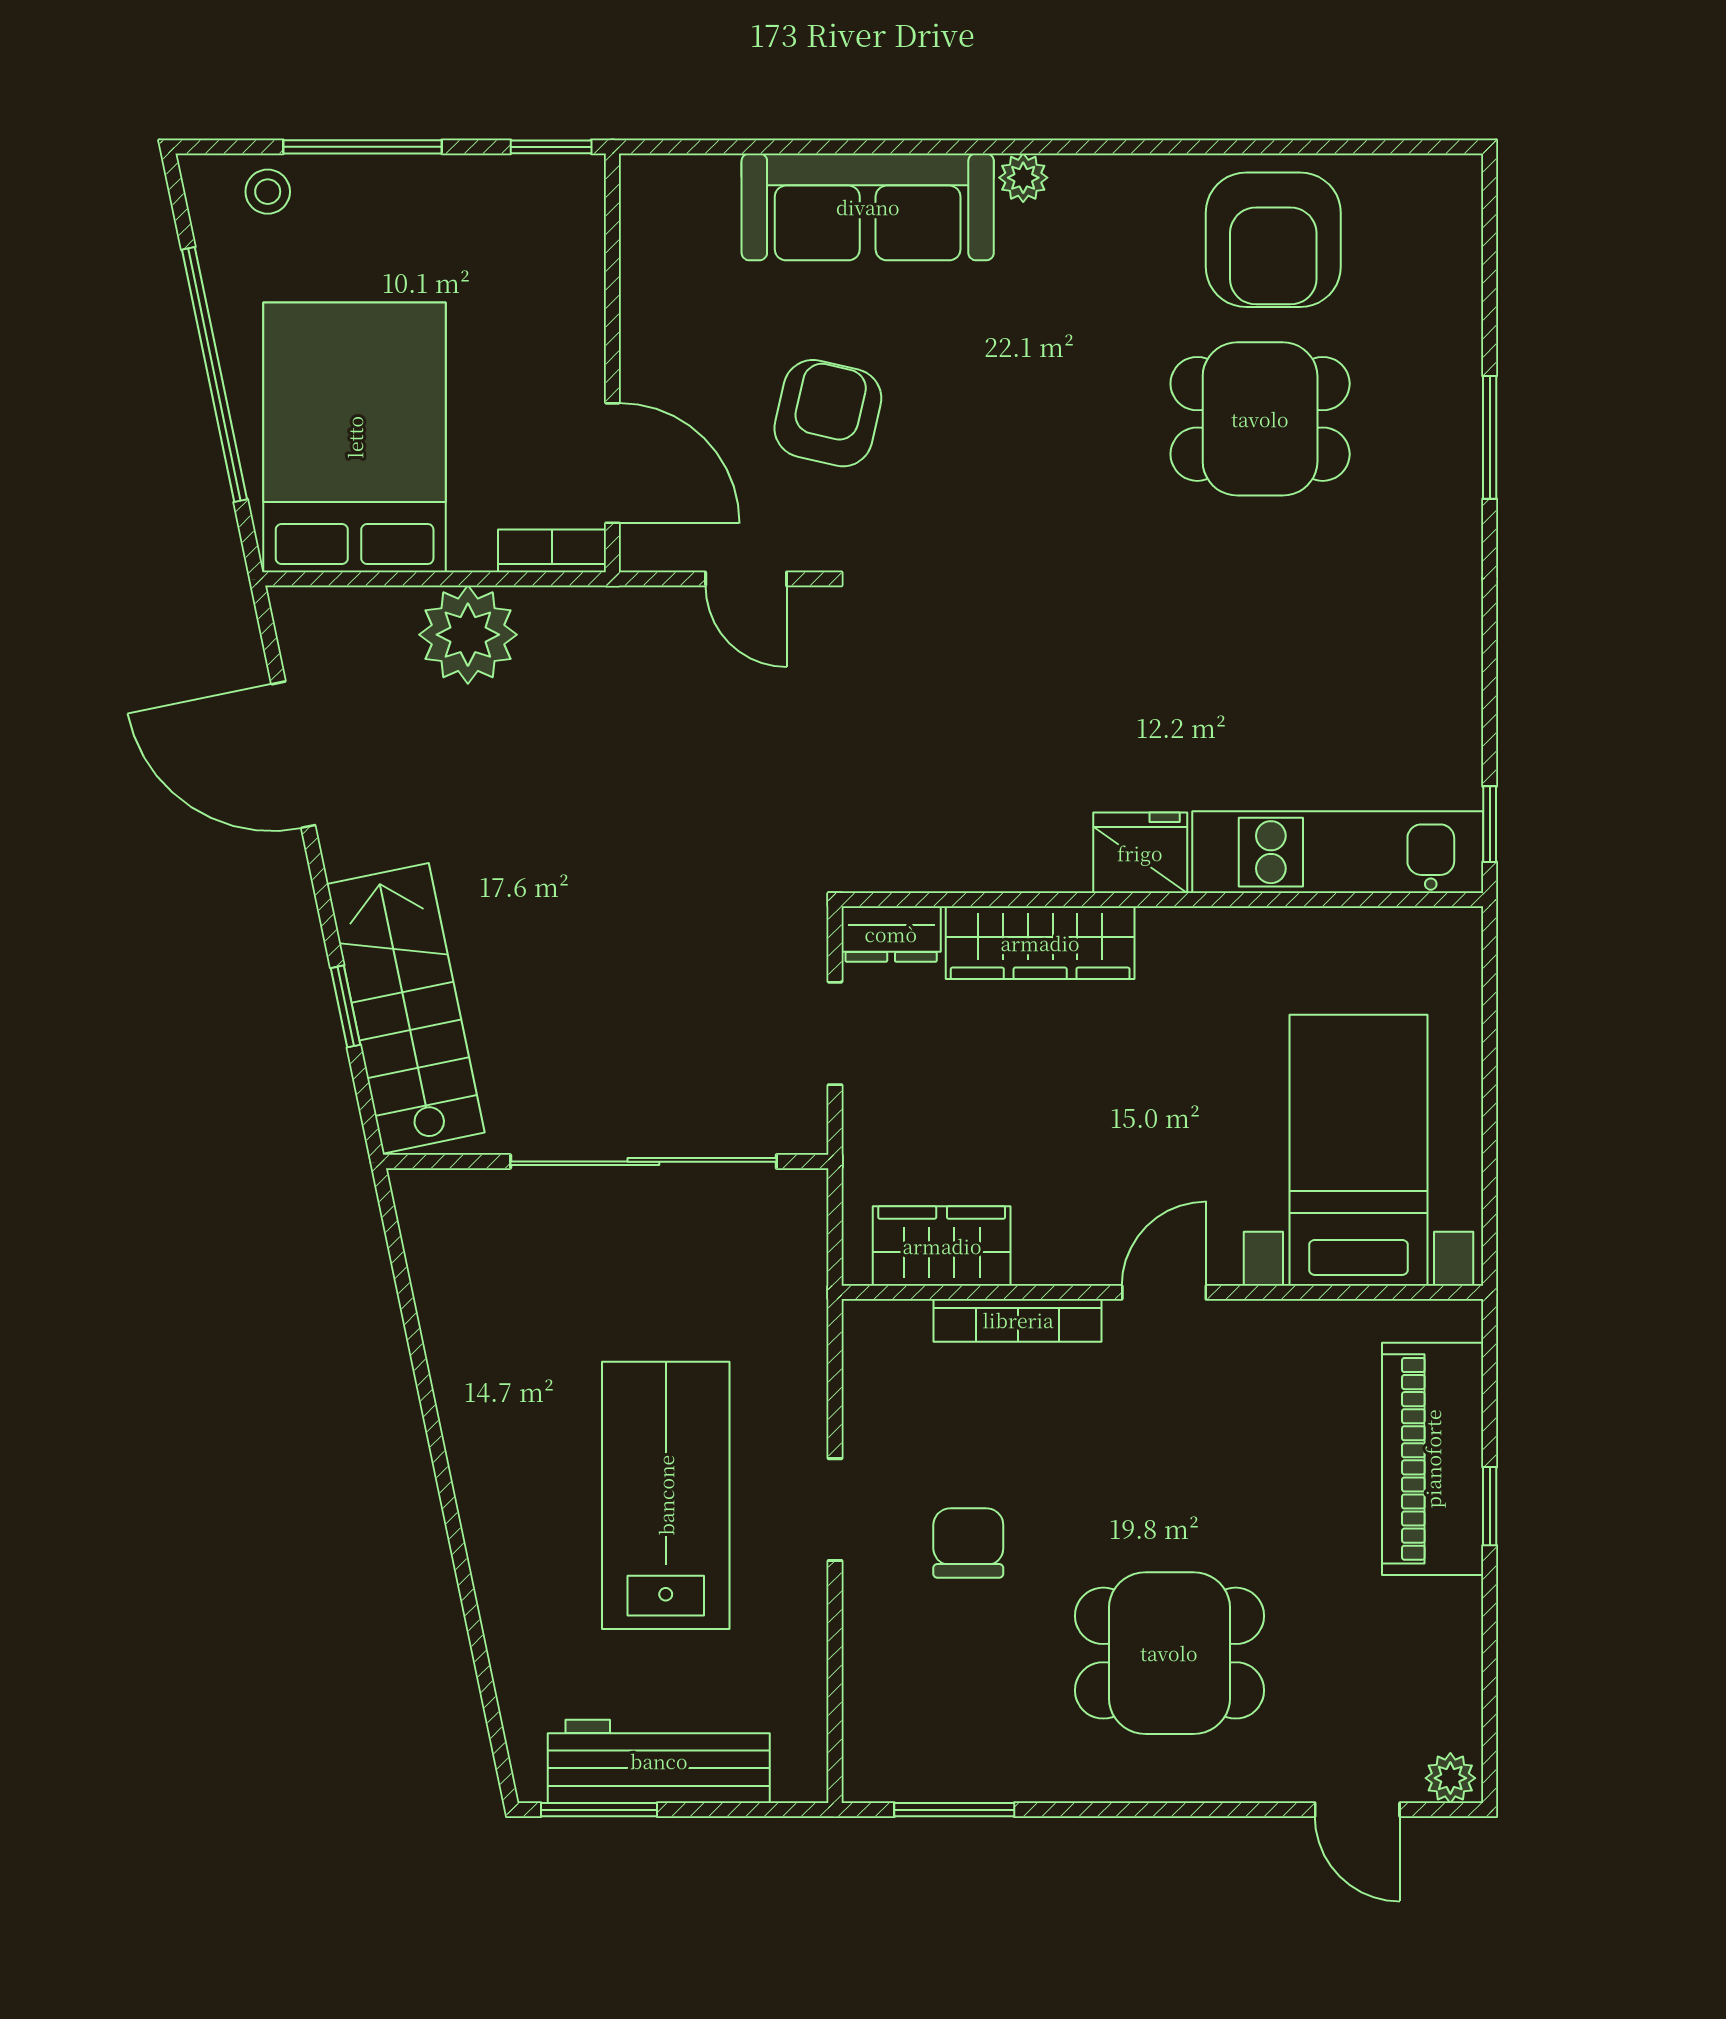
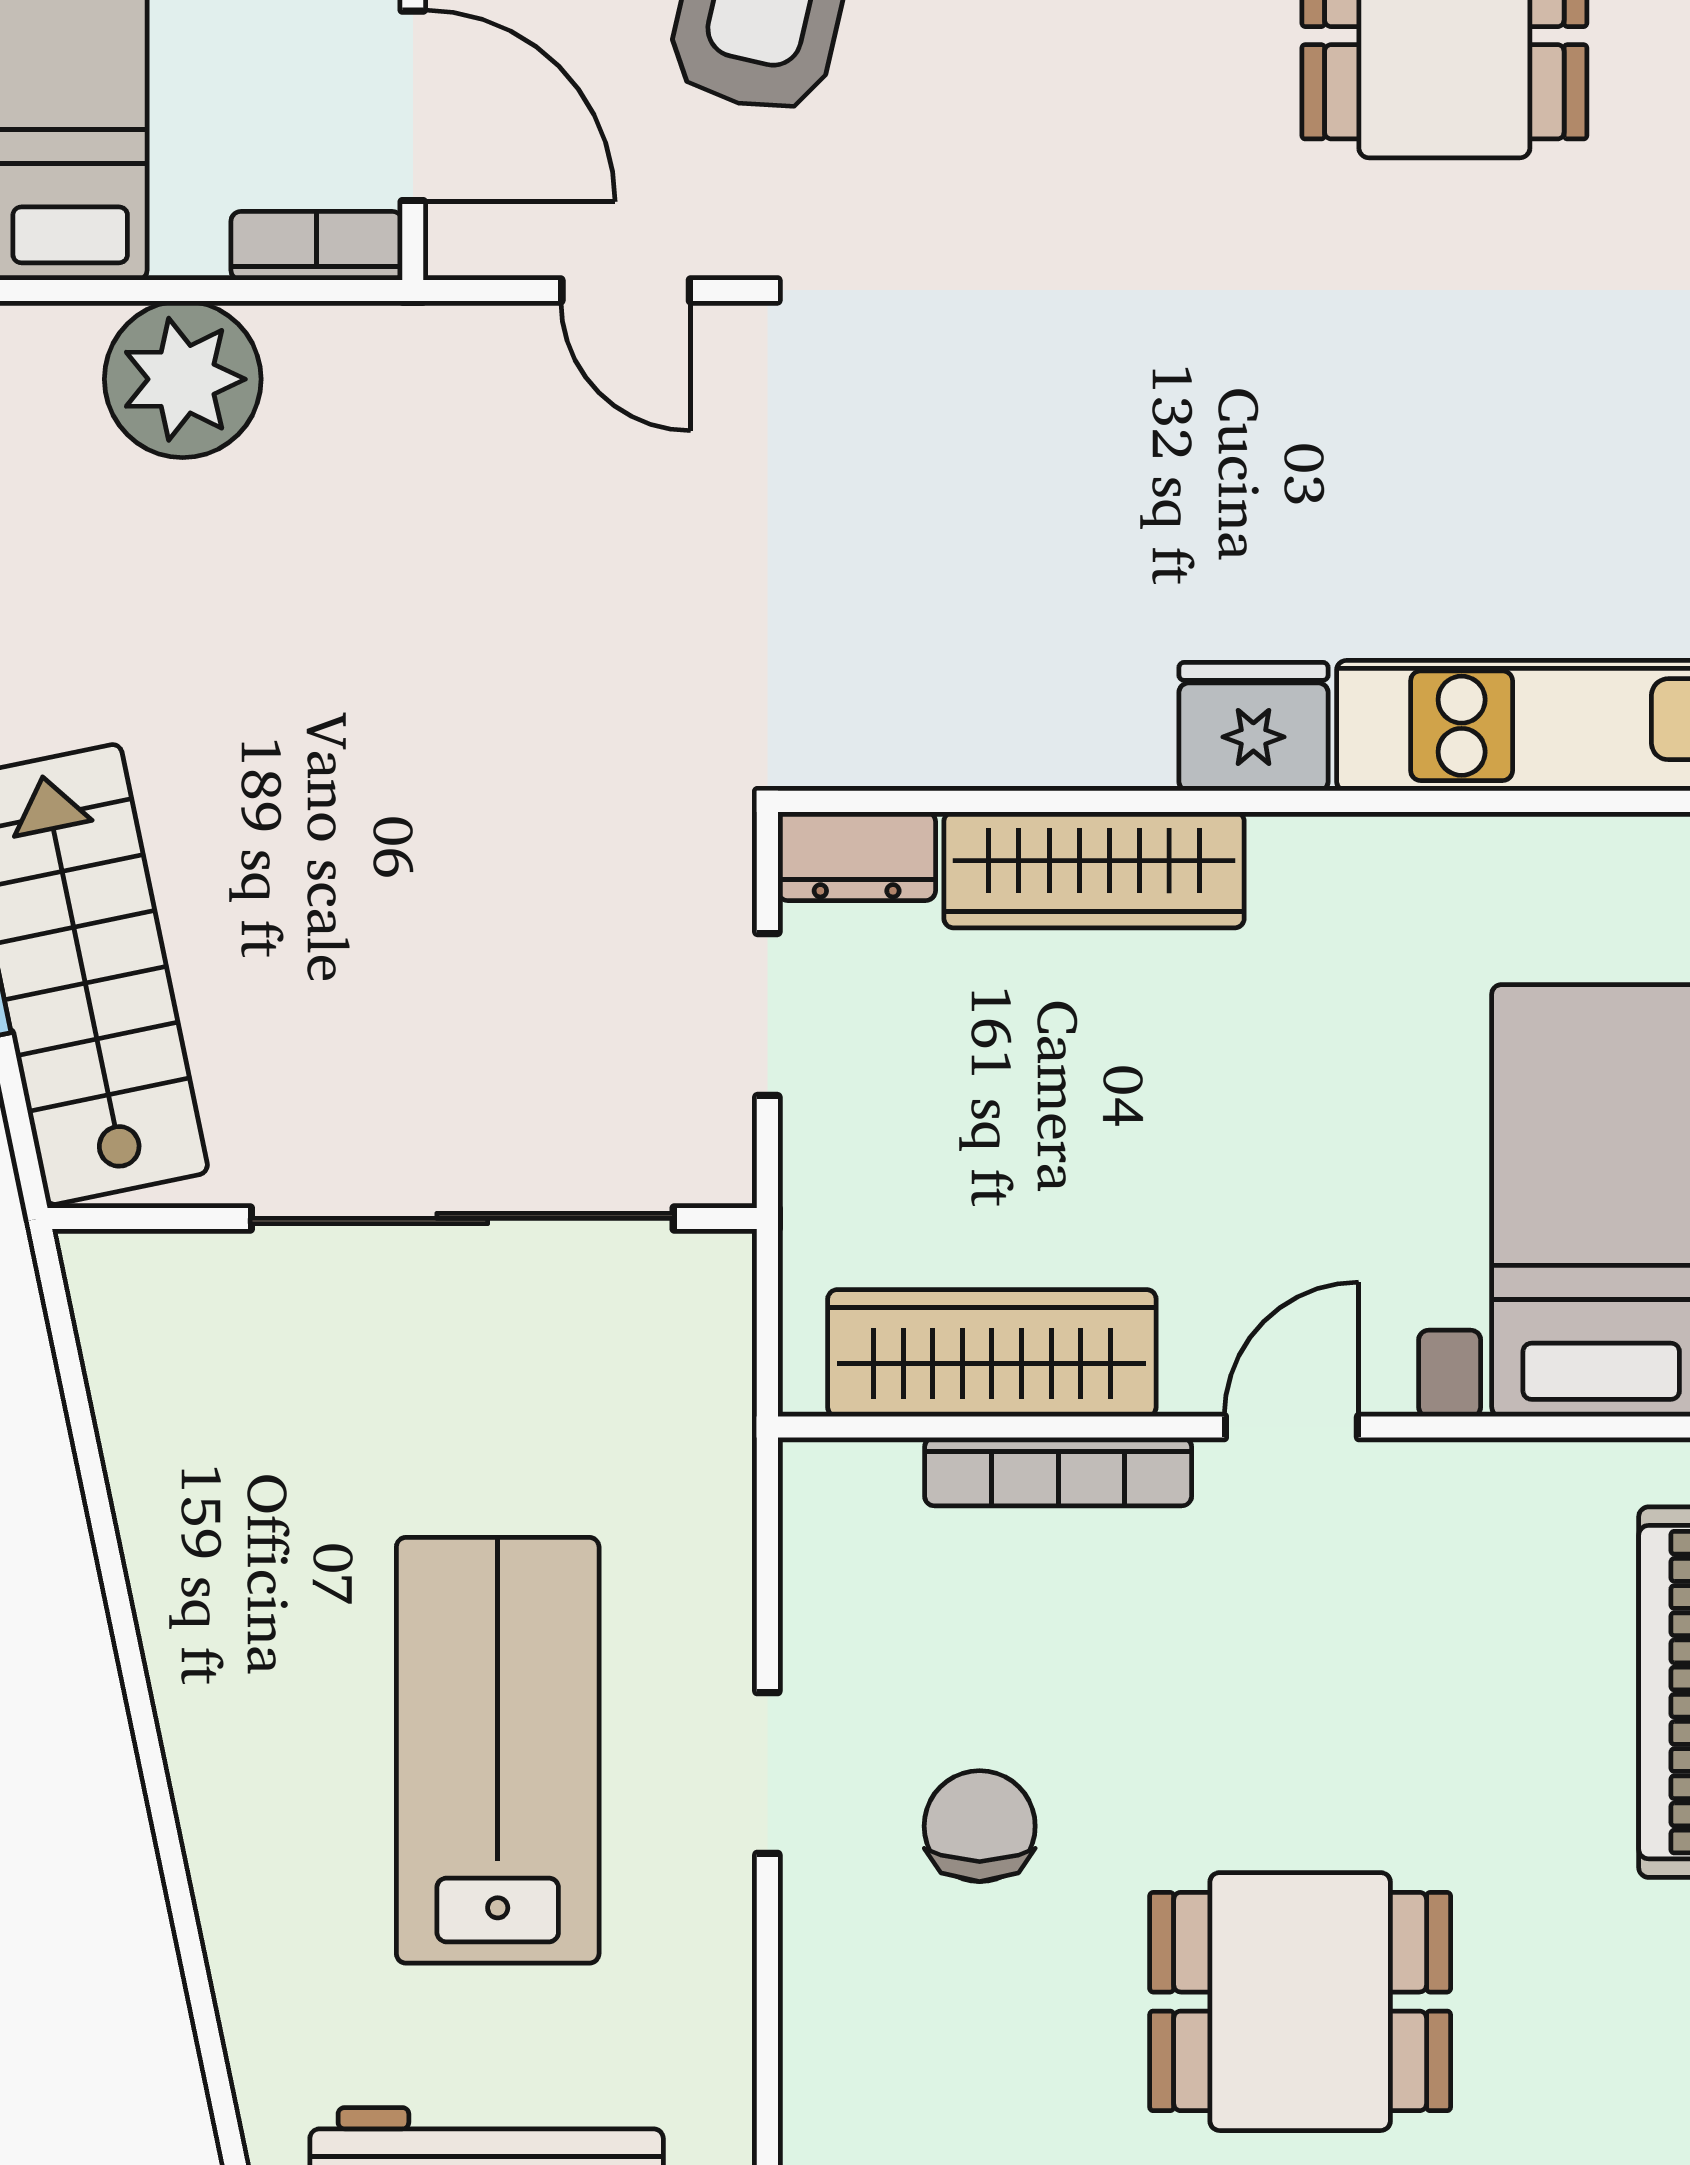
wardrobe: (942, 1246) -> (992, 1353), width x1.50

